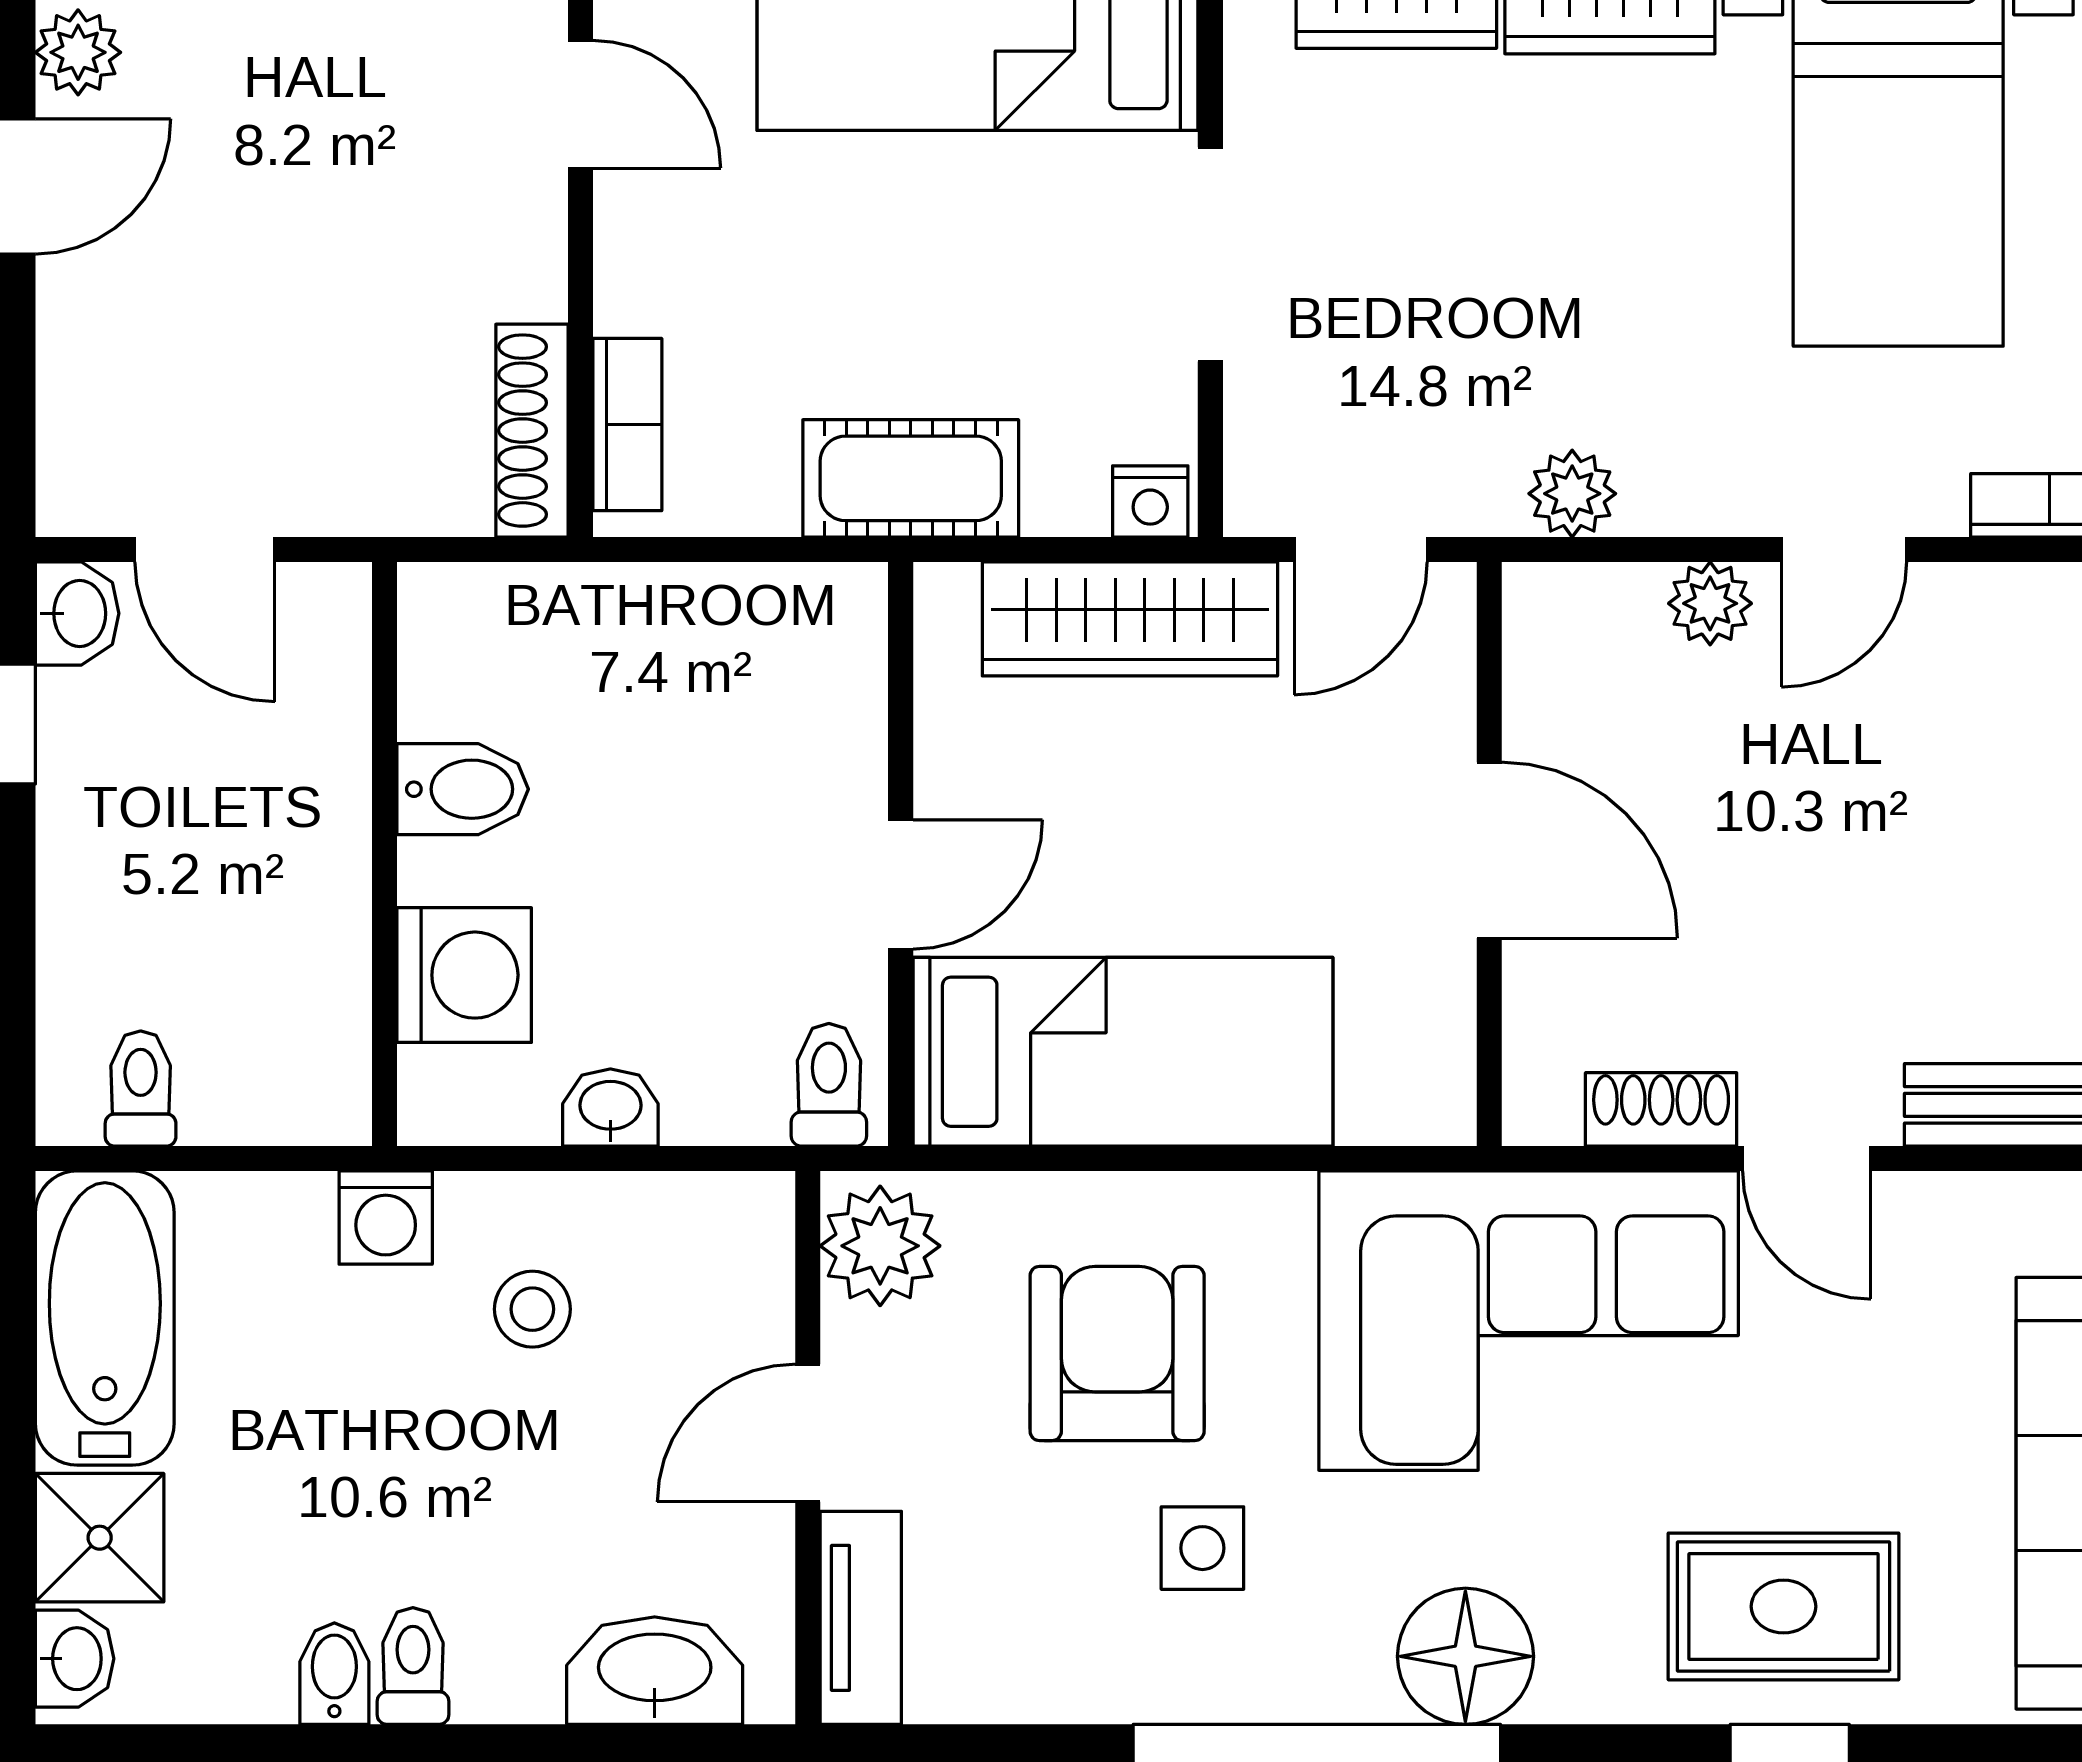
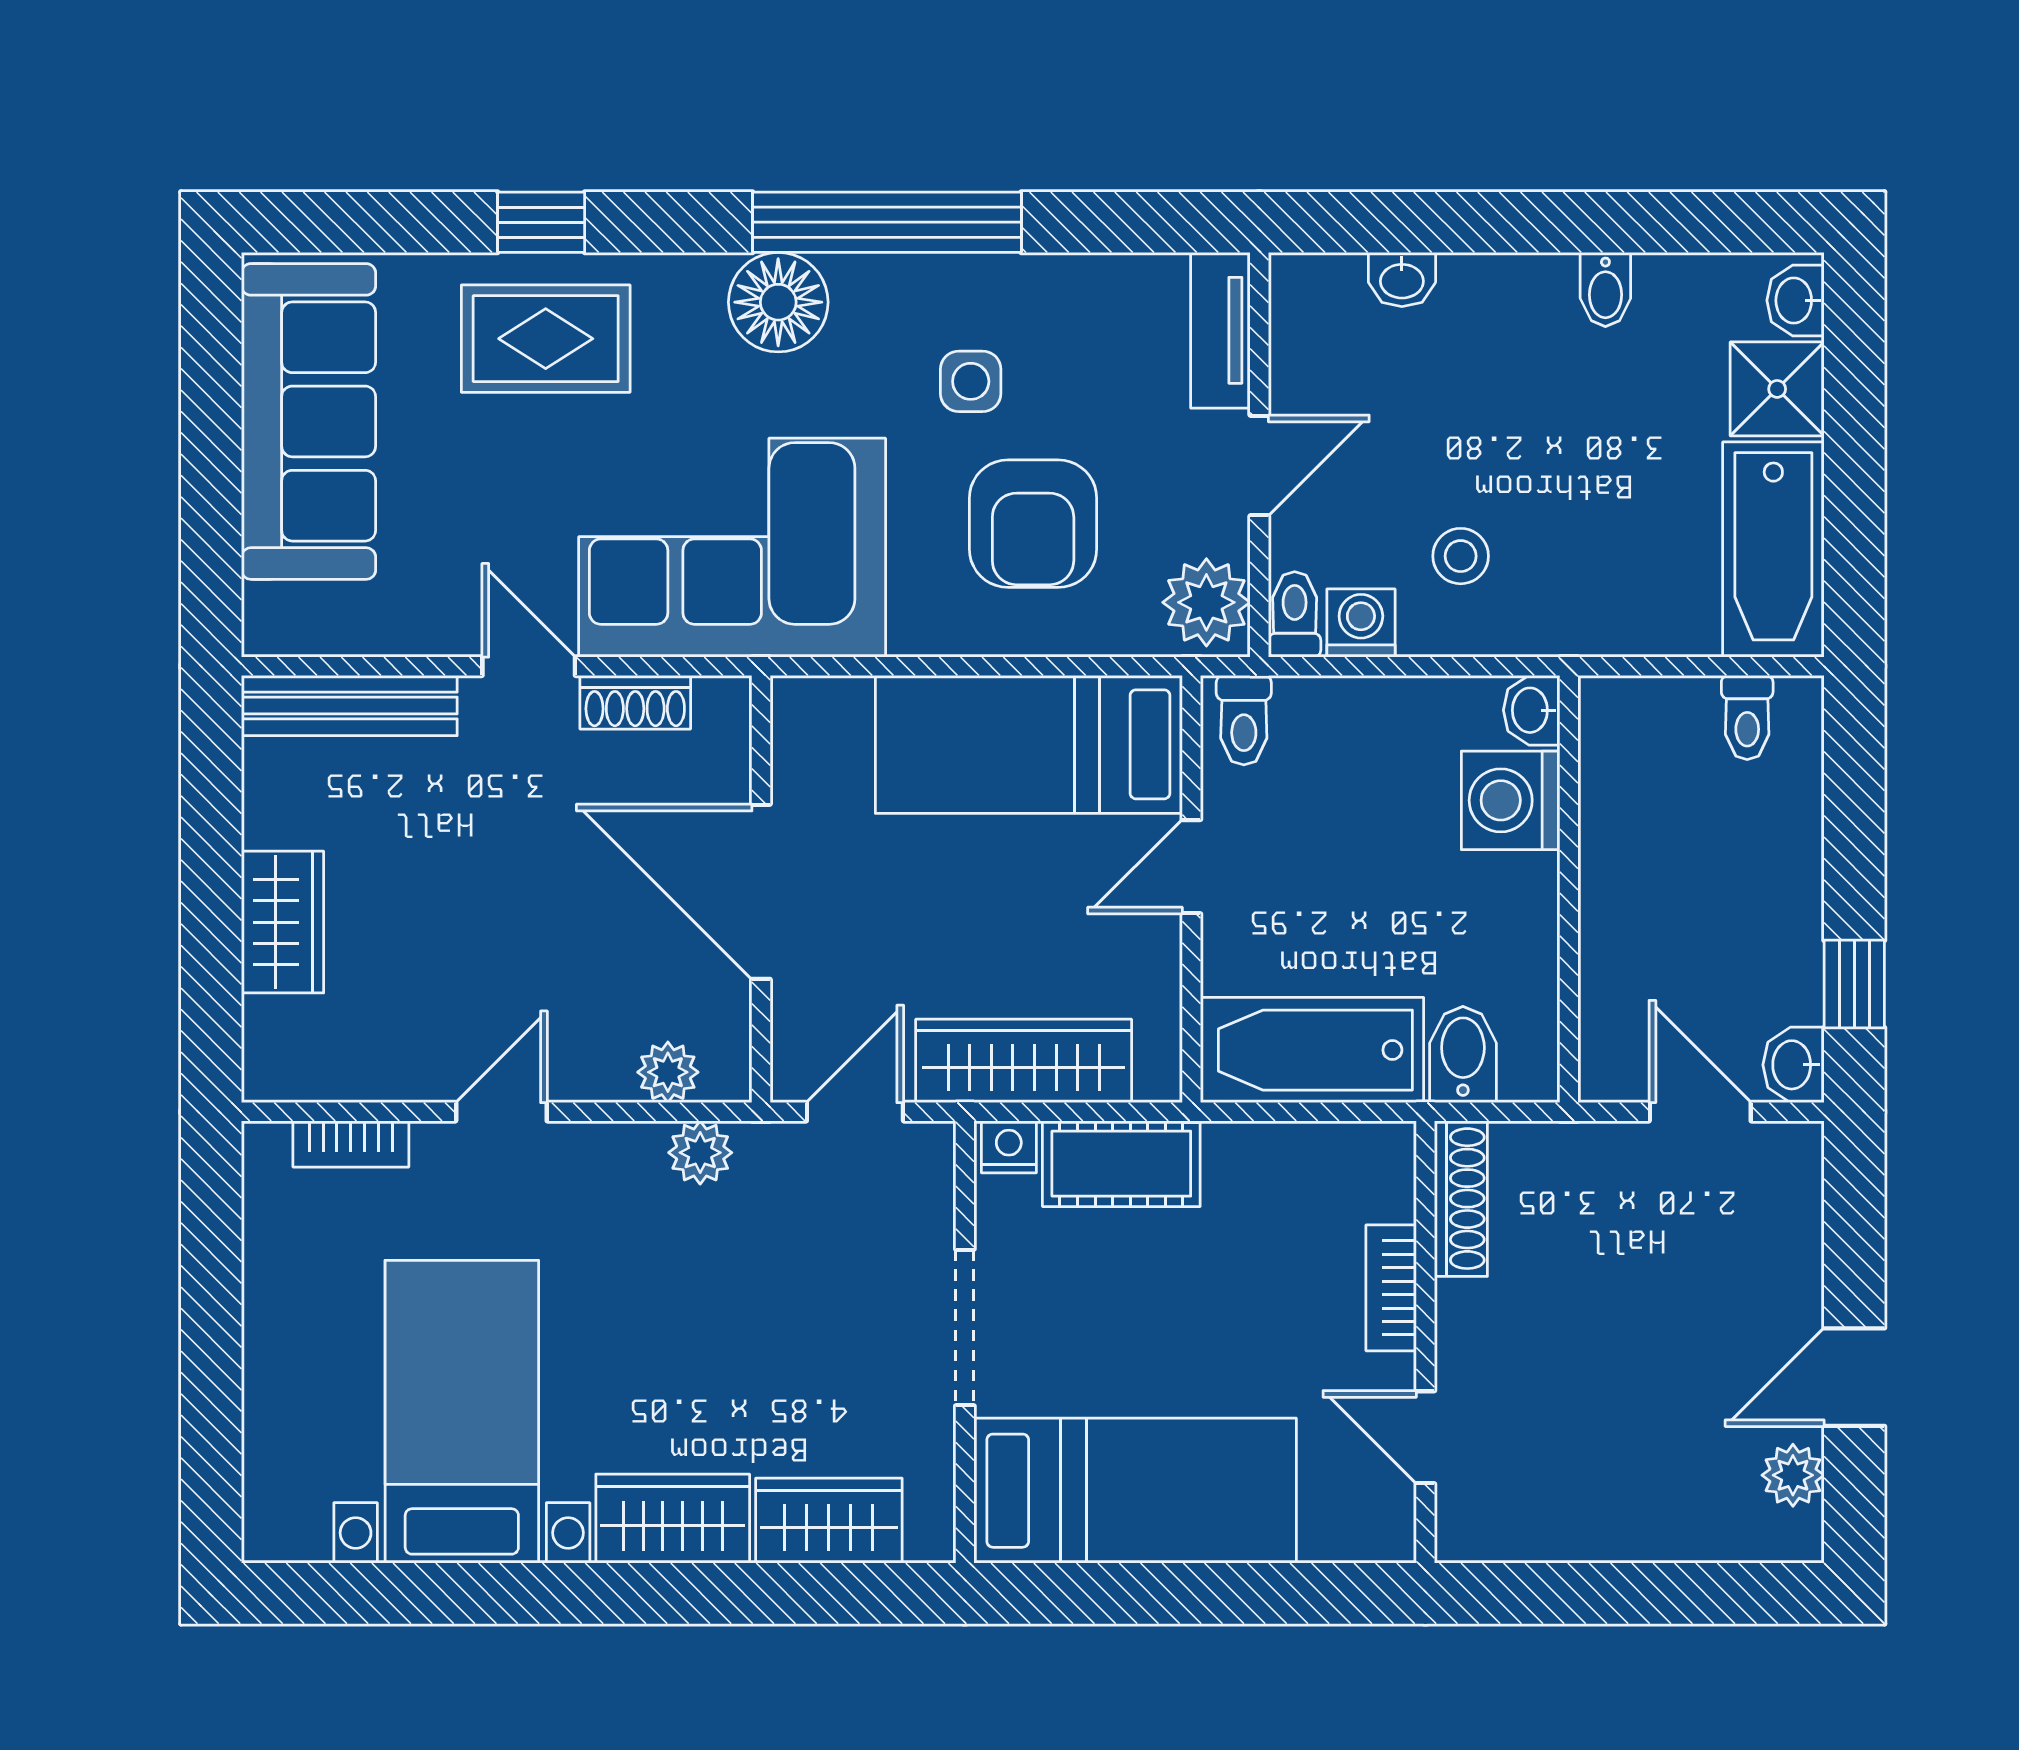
bookcase: (627, 425) -> (1391, 1288), moved
cot: (911, 478) -> (1121, 1164), moved
plant: (1710, 603) -> (668, 1072), moved
bathtub: (736, 634) -> (1312, 1050), added
bidet: (463, 789) -> (1463, 1054), moved, turned 90
door: (1489, 850) -> (761, 892), width x1.36
washbasin: (610, 1108) -> (1532, 710), moved, turned 90
washing machine: (386, 1218) -> (1361, 623), moved
toilet: (413, 1666) -> (1295, 614), moved, turned 180
washbasin: (655, 1671) -> (1402, 280), width x0.52, depth x0.69

